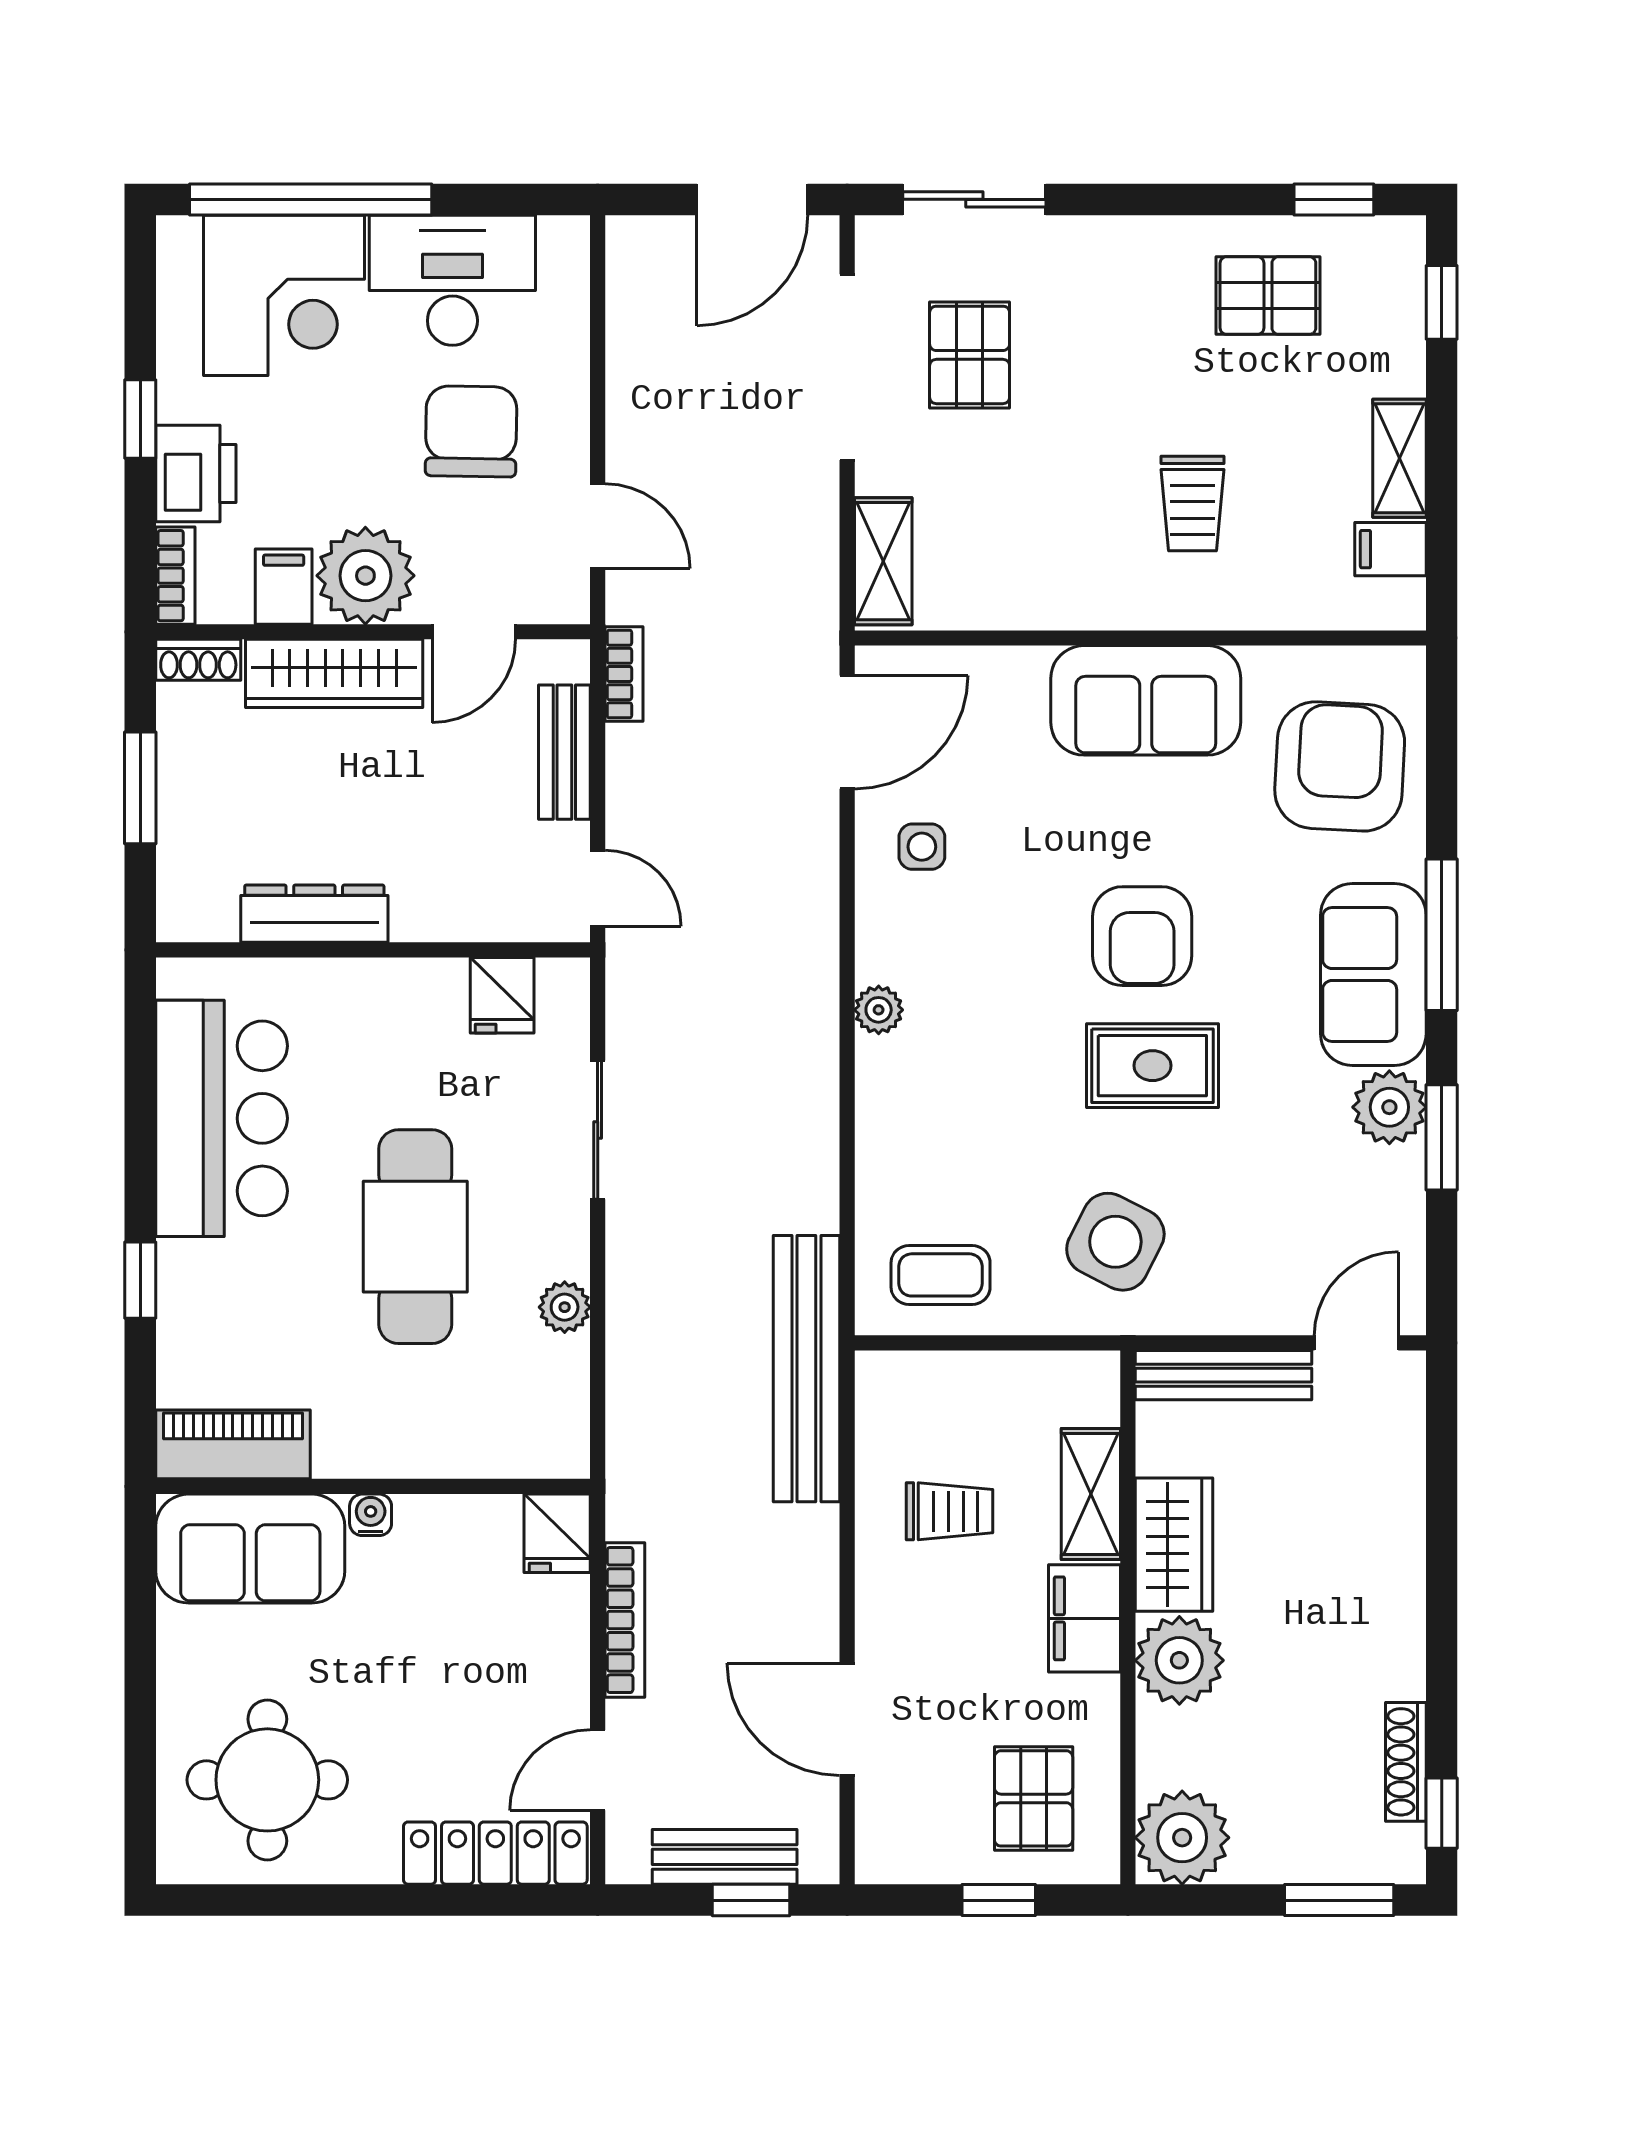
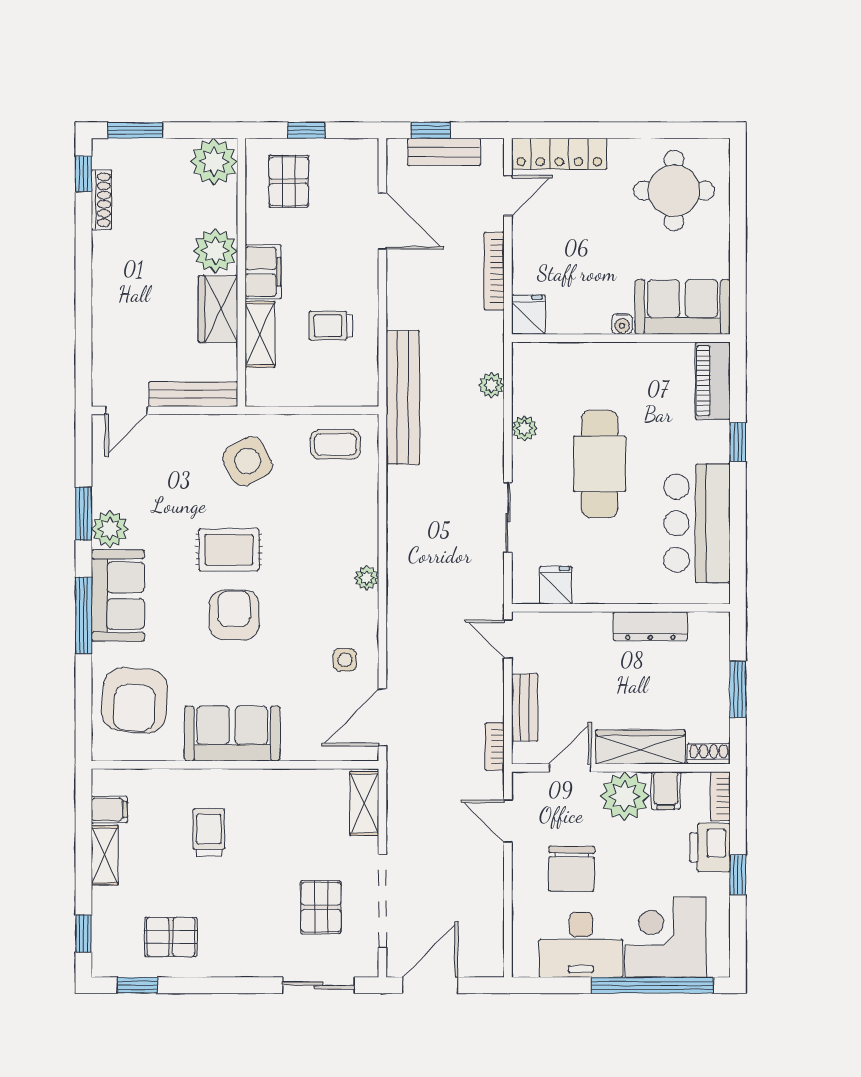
side table: (1115, 1242) -> (248, 461), turned 35
plant: (630, 1393) -> (491, 385), added
piano: (233, 1444) -> (713, 381), moved, turned 90

